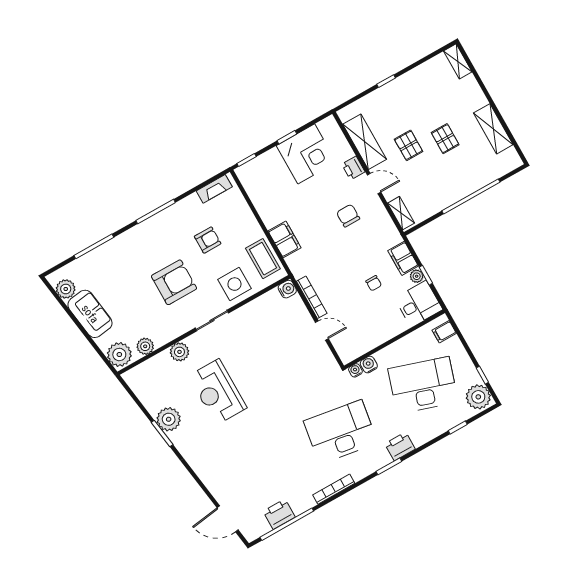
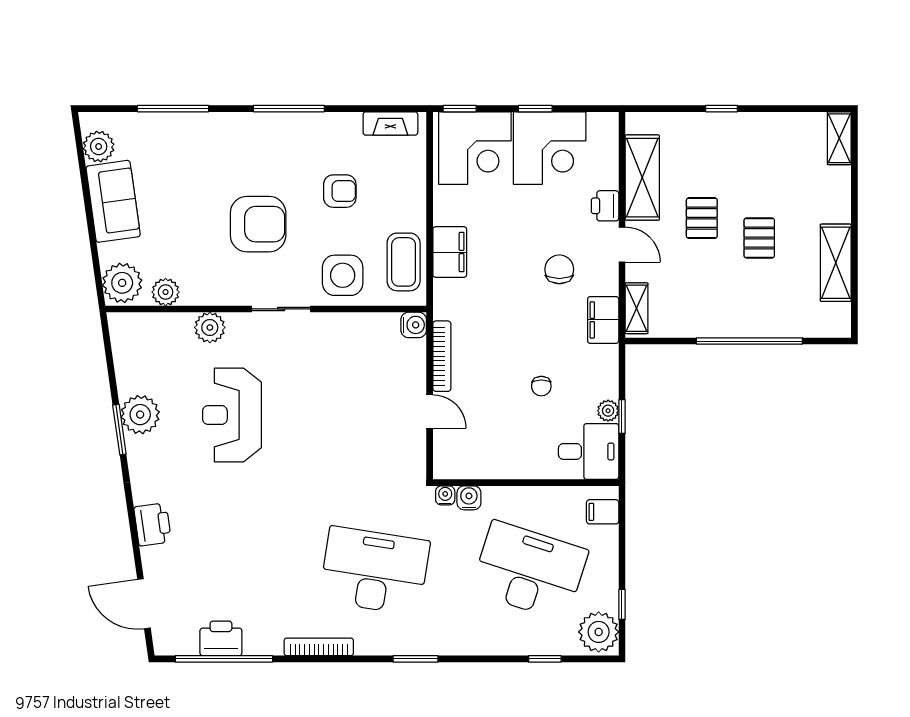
corner desk: (267, 176) -> (475, 148), added
filing cabinet: (403, 258) -> (603, 320), moved
printer: (400, 446) -> (153, 524), moved, turned 82

